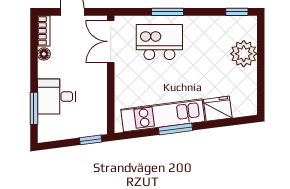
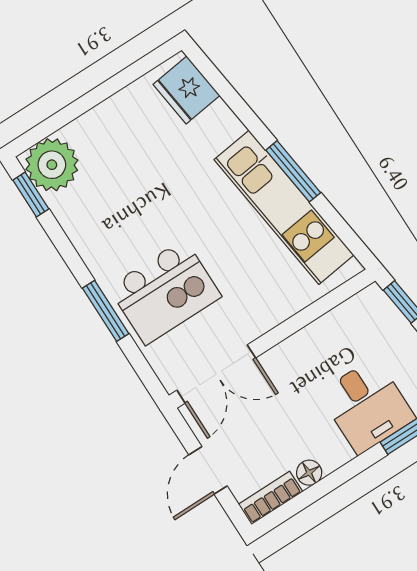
kitchen island: (159, 42) -> (165, 292), turned -90
plant: (244, 54) -> (52, 165), moved
fridge: (218, 109) -> (186, 90), moved

